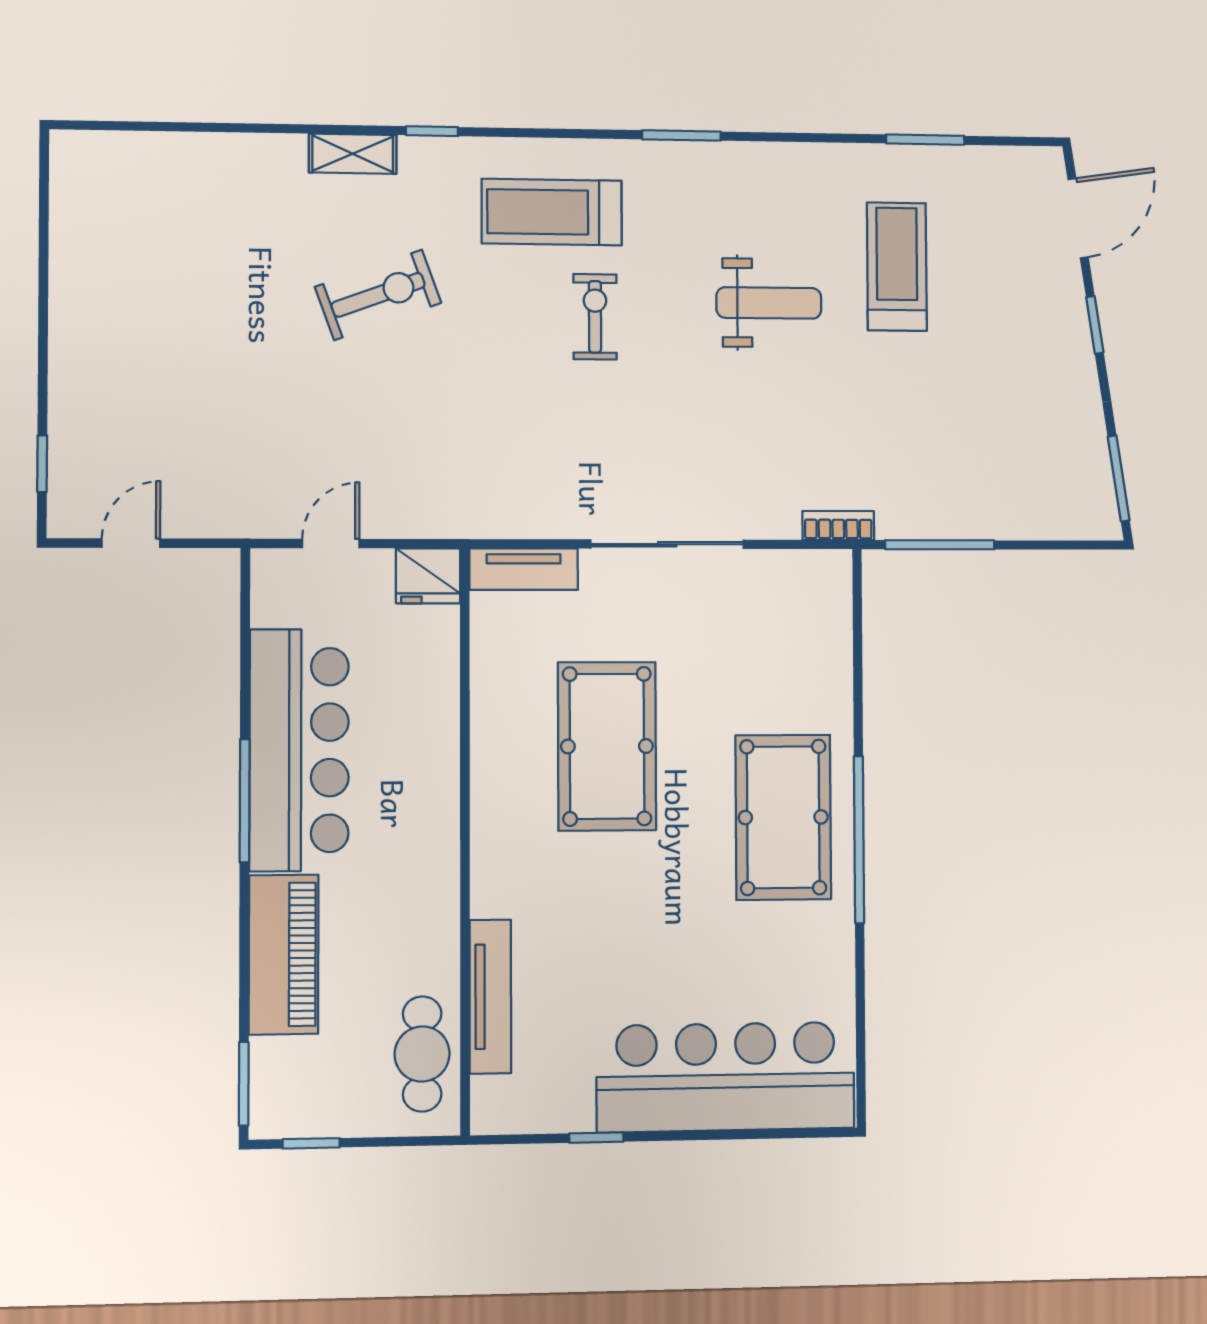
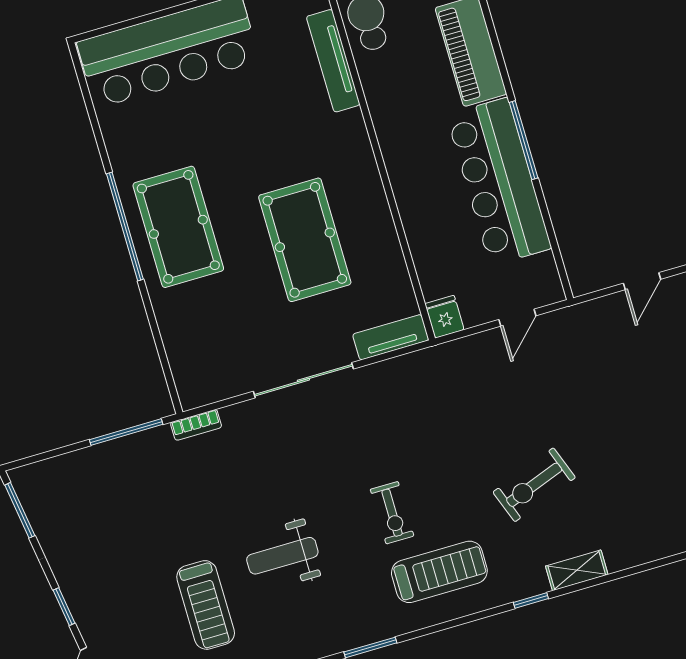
fridge: (428, 576) -> (444, 317), width x0.72

